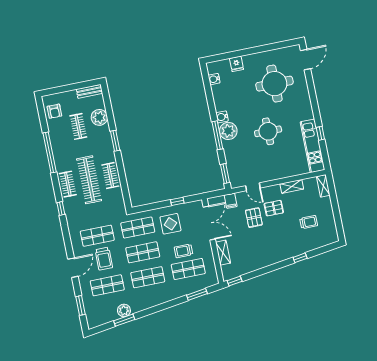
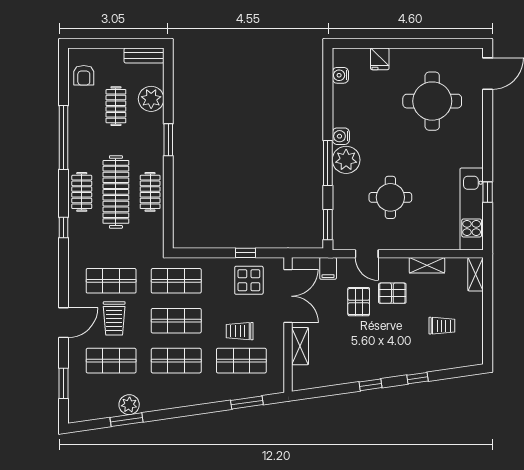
round table: (268, 131) -> (390, 197), moved
display table: (170, 224) -> (249, 280), moved
window: (235, 281) -> (370, 385), moved

